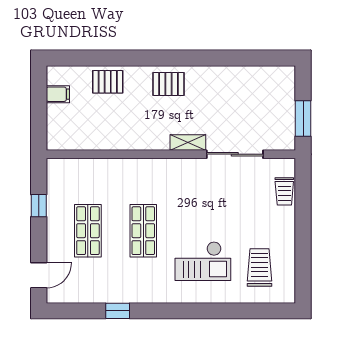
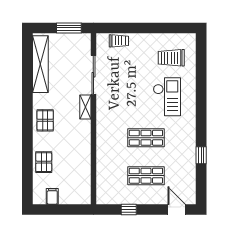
shelving: (250, 77) -> (40, 64), added

